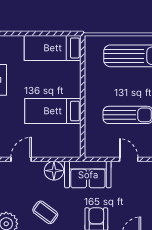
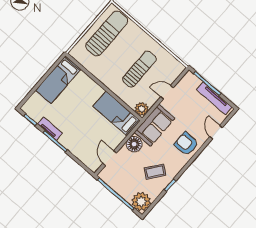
bed: (53, 111) -> (117, 113), moved, turned 90
plant: (93, 149) -> (142, 109), added

